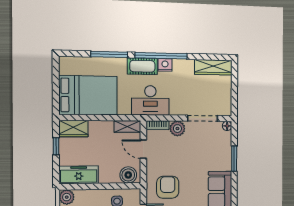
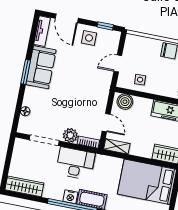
desk: (150, 100) -> (75, 163), moved
floor lamp: (227, 126) -> (25, 111), moved
window: (234, 159) -> (26, 72), moved
armchair: (168, 187) -> (90, 82), removed

